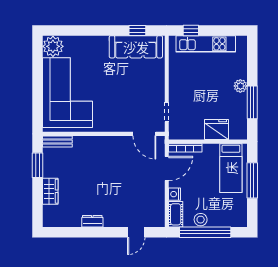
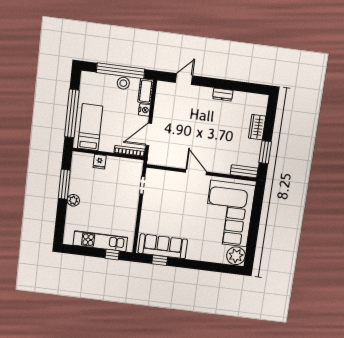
fridge: (216, 130) -> (100, 162), width x0.53, depth x0.75
door: (144, 134) -> (196, 172), moved
window: (252, 180) -> (72, 113), width x1.46

